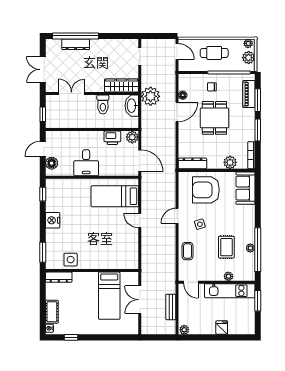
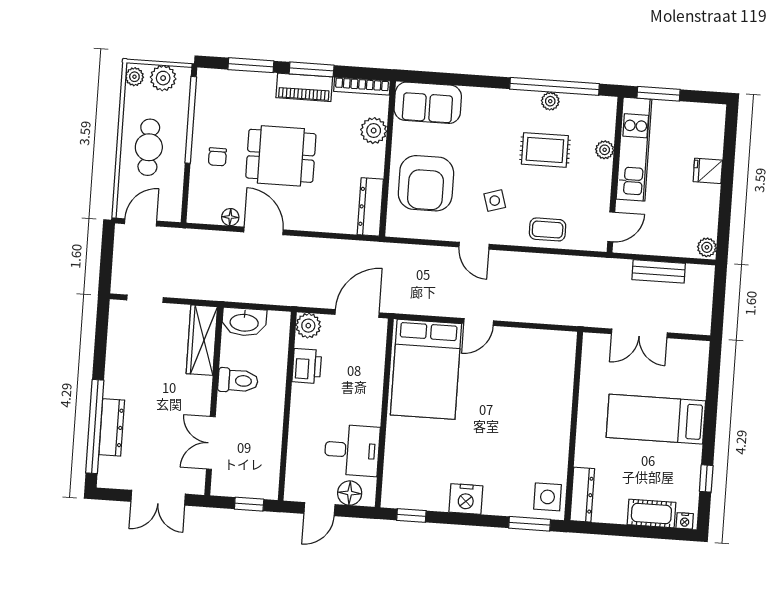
piano: (249, 94) -> (304, 87), moved
plant: (151, 96) -> (228, 283), removed
door: (43, 149) -> (319, 509), hinge flipped
desk: (86, 163) -> (352, 450), moved
bed: (115, 196) -> (426, 369), width x1.50
side table: (71, 260) -> (548, 497), moved
bed: (109, 296) -> (656, 419), moved, turned 180

